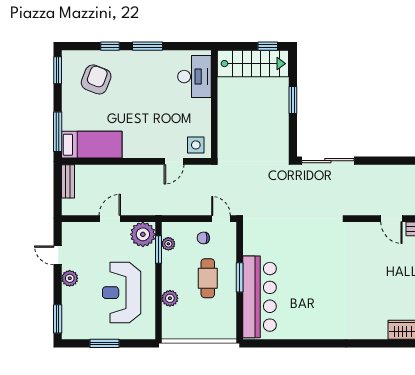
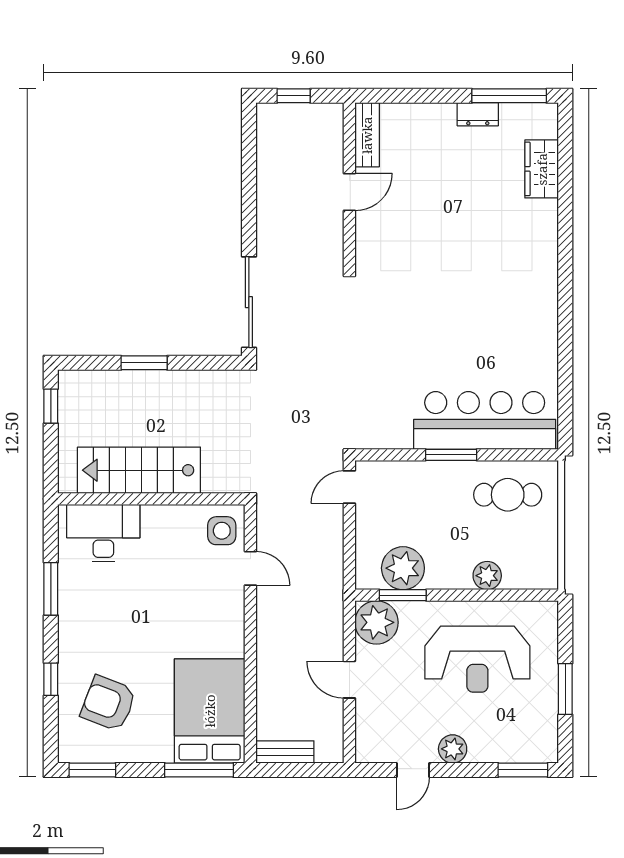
window: (148, 46) -> (51, 589), moved
stairs: (253, 64) -> (139, 470), moved, turned -90
bed: (92, 145) -> (210, 711), width x1.50
chair: (203, 238) -> (383, 518), removed
plant: (168, 244) -> (403, 568), width x1.87, depth x1.87
cafe table: (208, 278) -> (508, 495), moved

